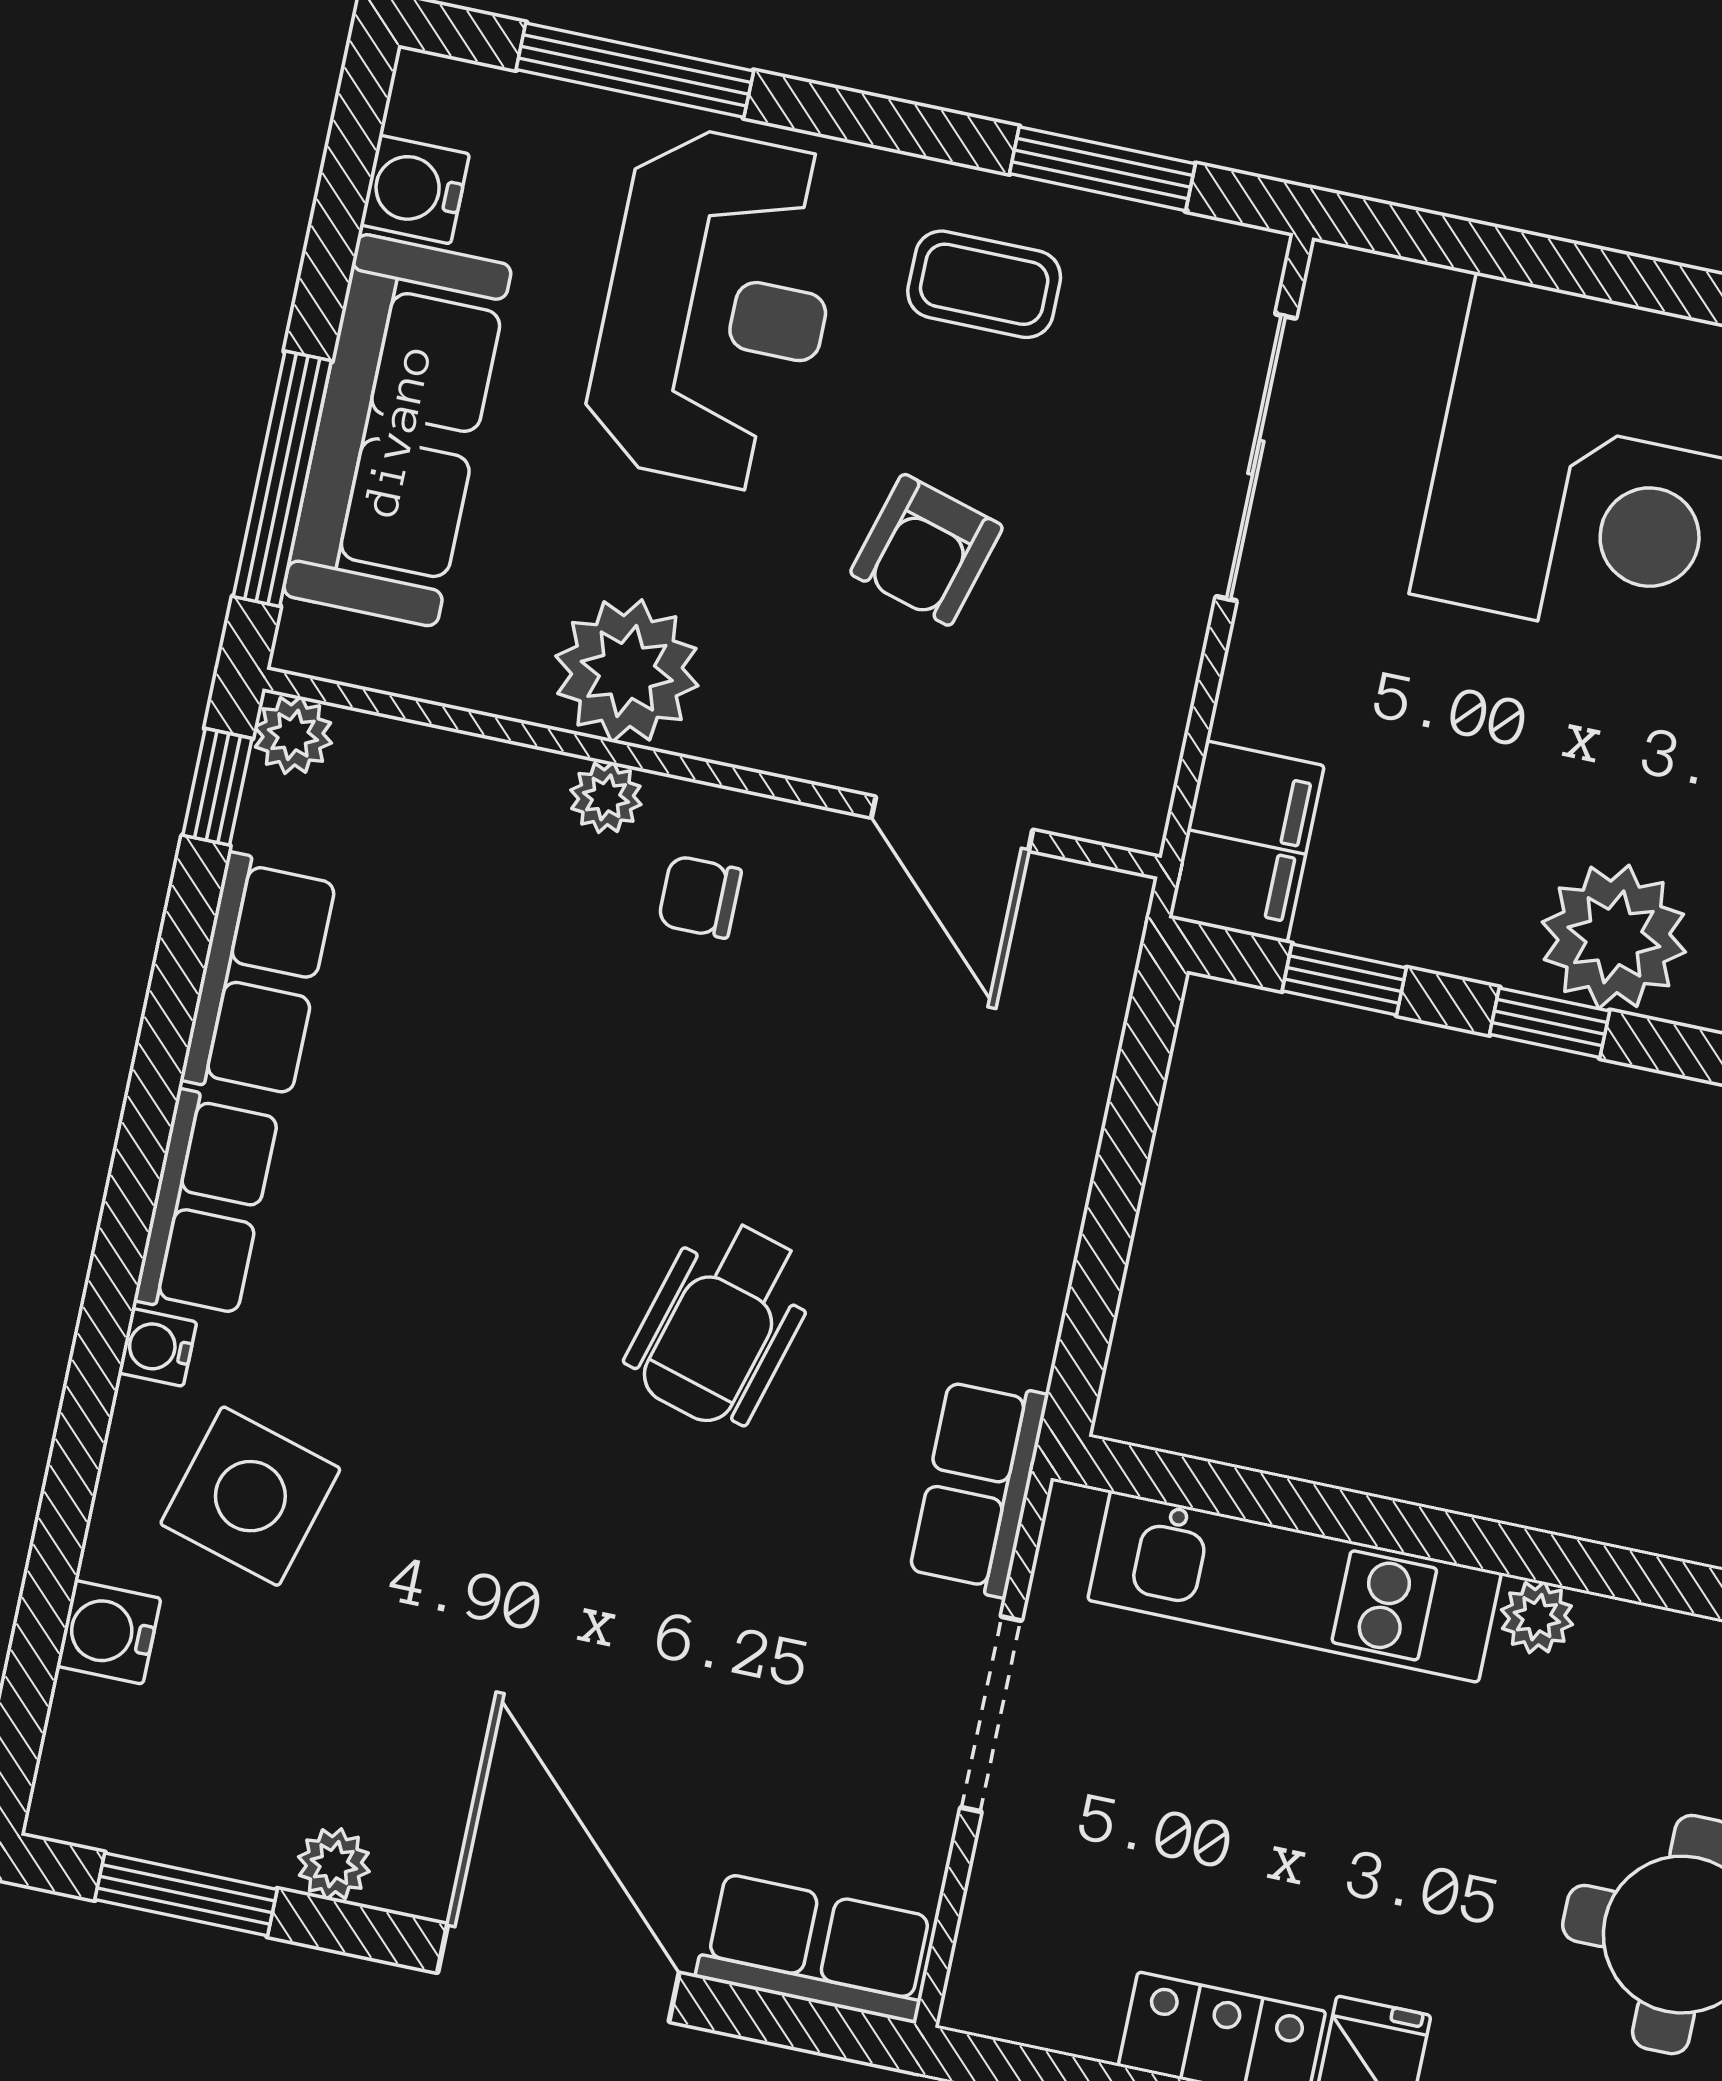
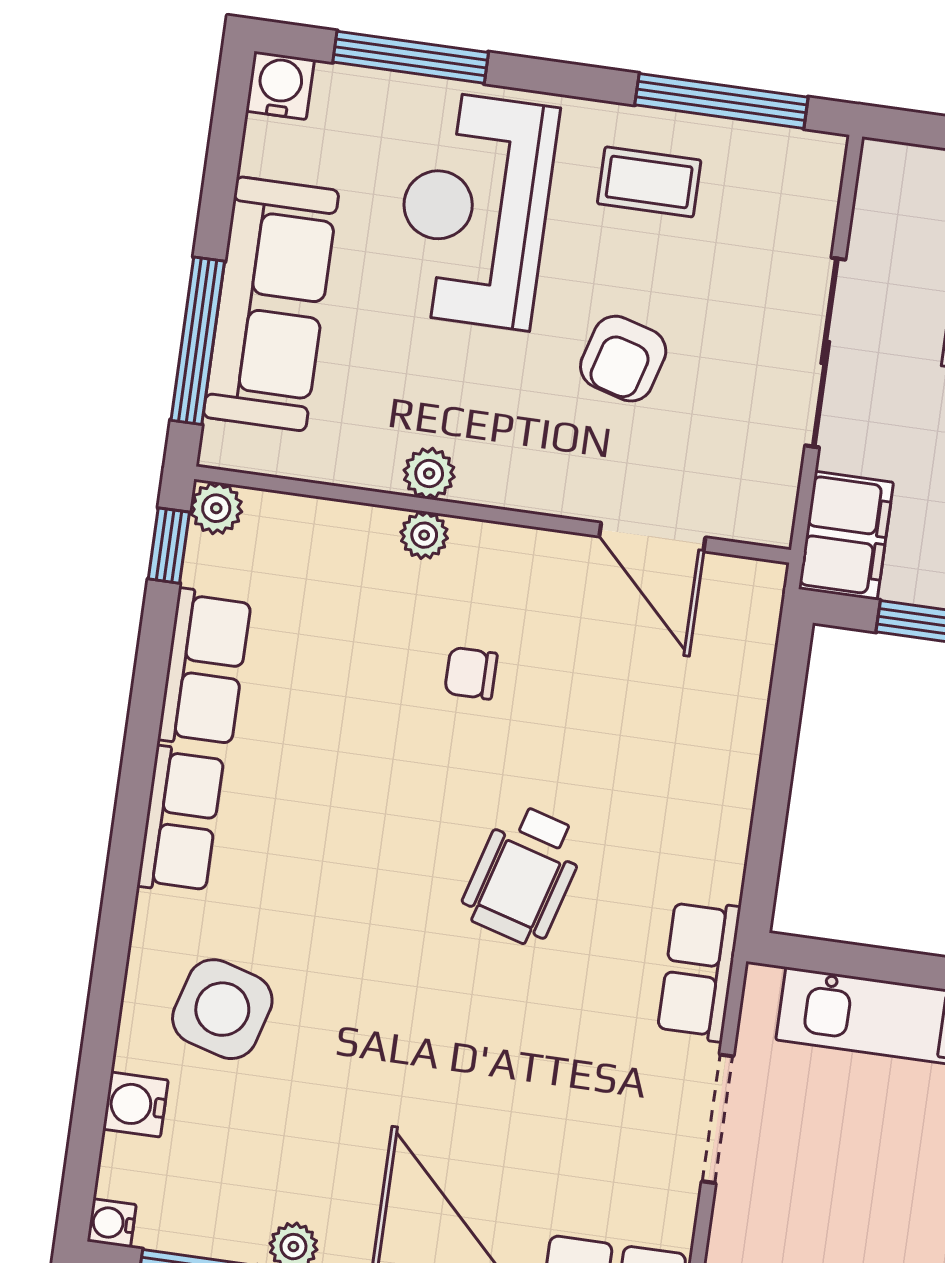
window: (1102, 169) -> (721, 101), width x1.44
water cooler: (415, 189) -> (280, 85), moved, turned 90
reception desk: (716, 309) -> (475, 210), turned 180
sliding door: (1256, 457) -> (825, 353), moved
plant: (627, 671) -> (429, 473), width x0.53, depth x0.53
chair: (700, 897) -> (471, 673), moved
water cooler: (157, 1347) -> (112, 1223), moved

